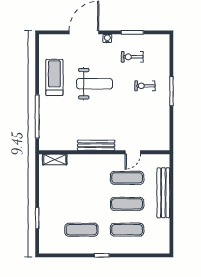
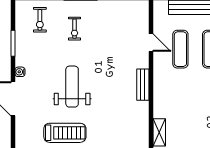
exercise bike: (132, 57) -> (40, 20), moved
treadmill: (54, 77) -> (65, 133), turned 180
bench: (96, 145) -> (143, 85), width x0.73

